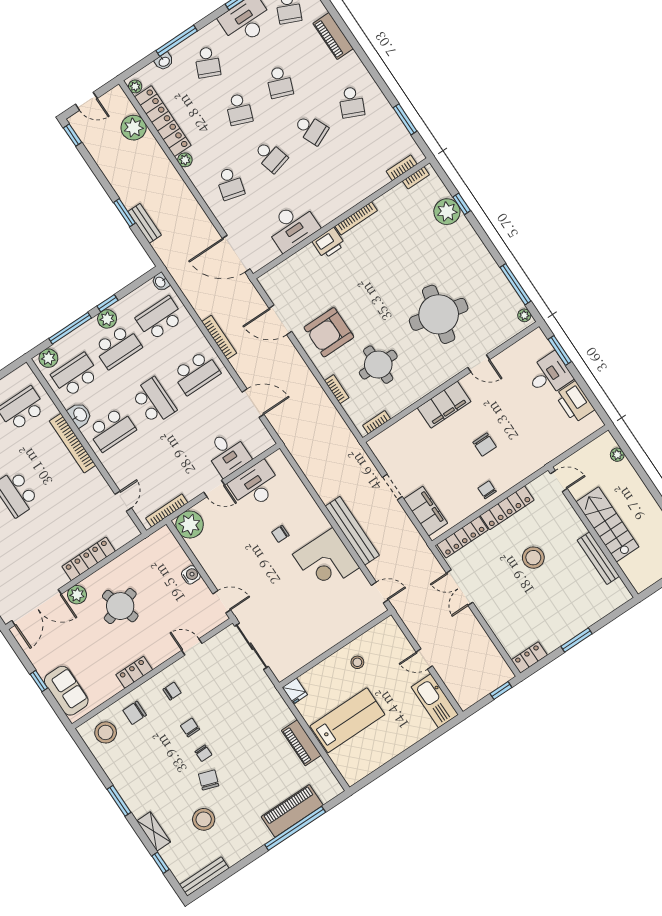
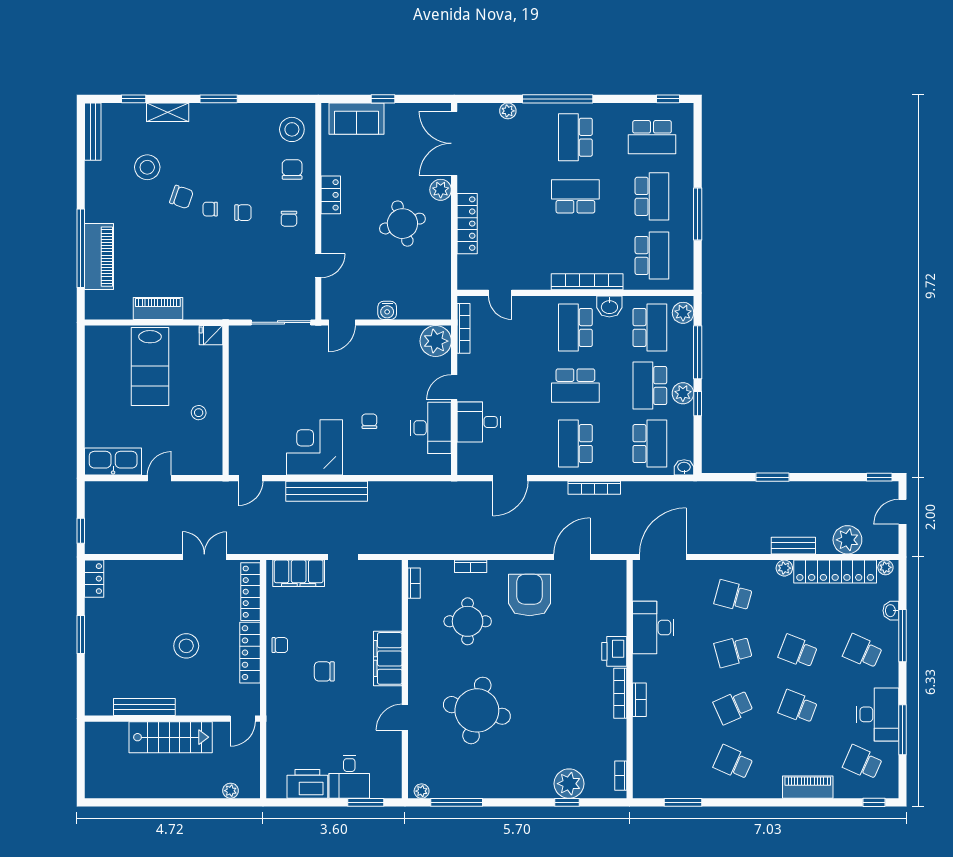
bookcase: (402, 168) -> (639, 700), moved
bench: (145, 223) -> (793, 546), moved

